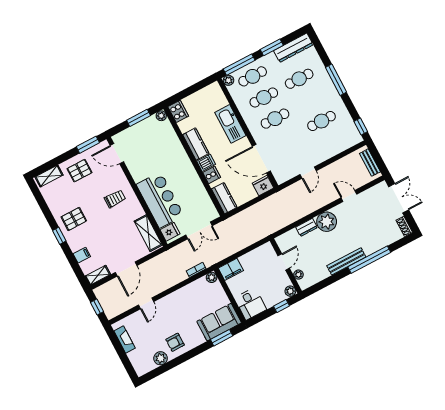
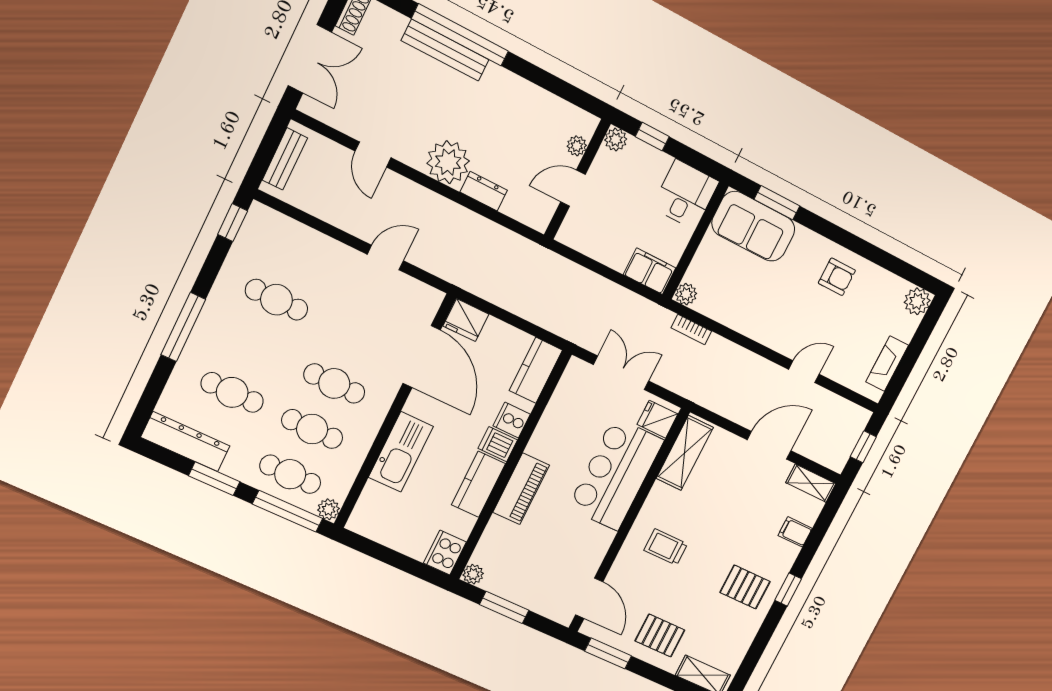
piano: (182, 159) -> (521, 489), added
double door: (399, 198) -> (310, 59), swing flipped
bench: (346, 261) -> (445, 50), moved
plant: (161, 358) -> (917, 301), moved

